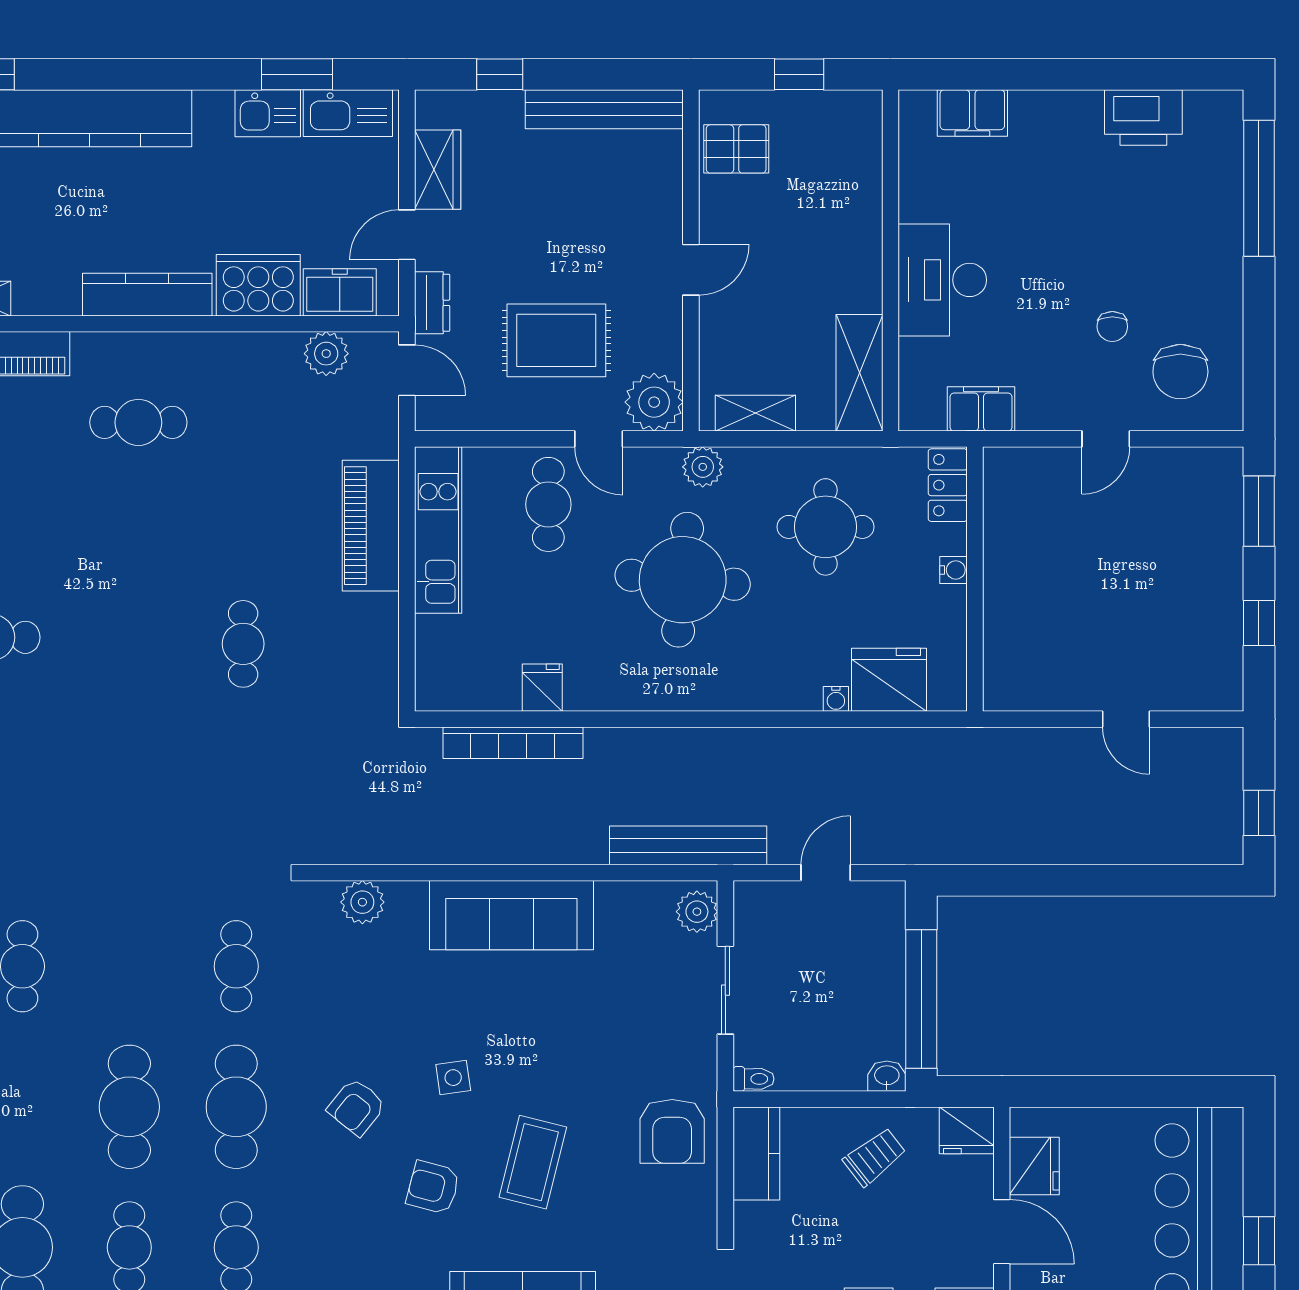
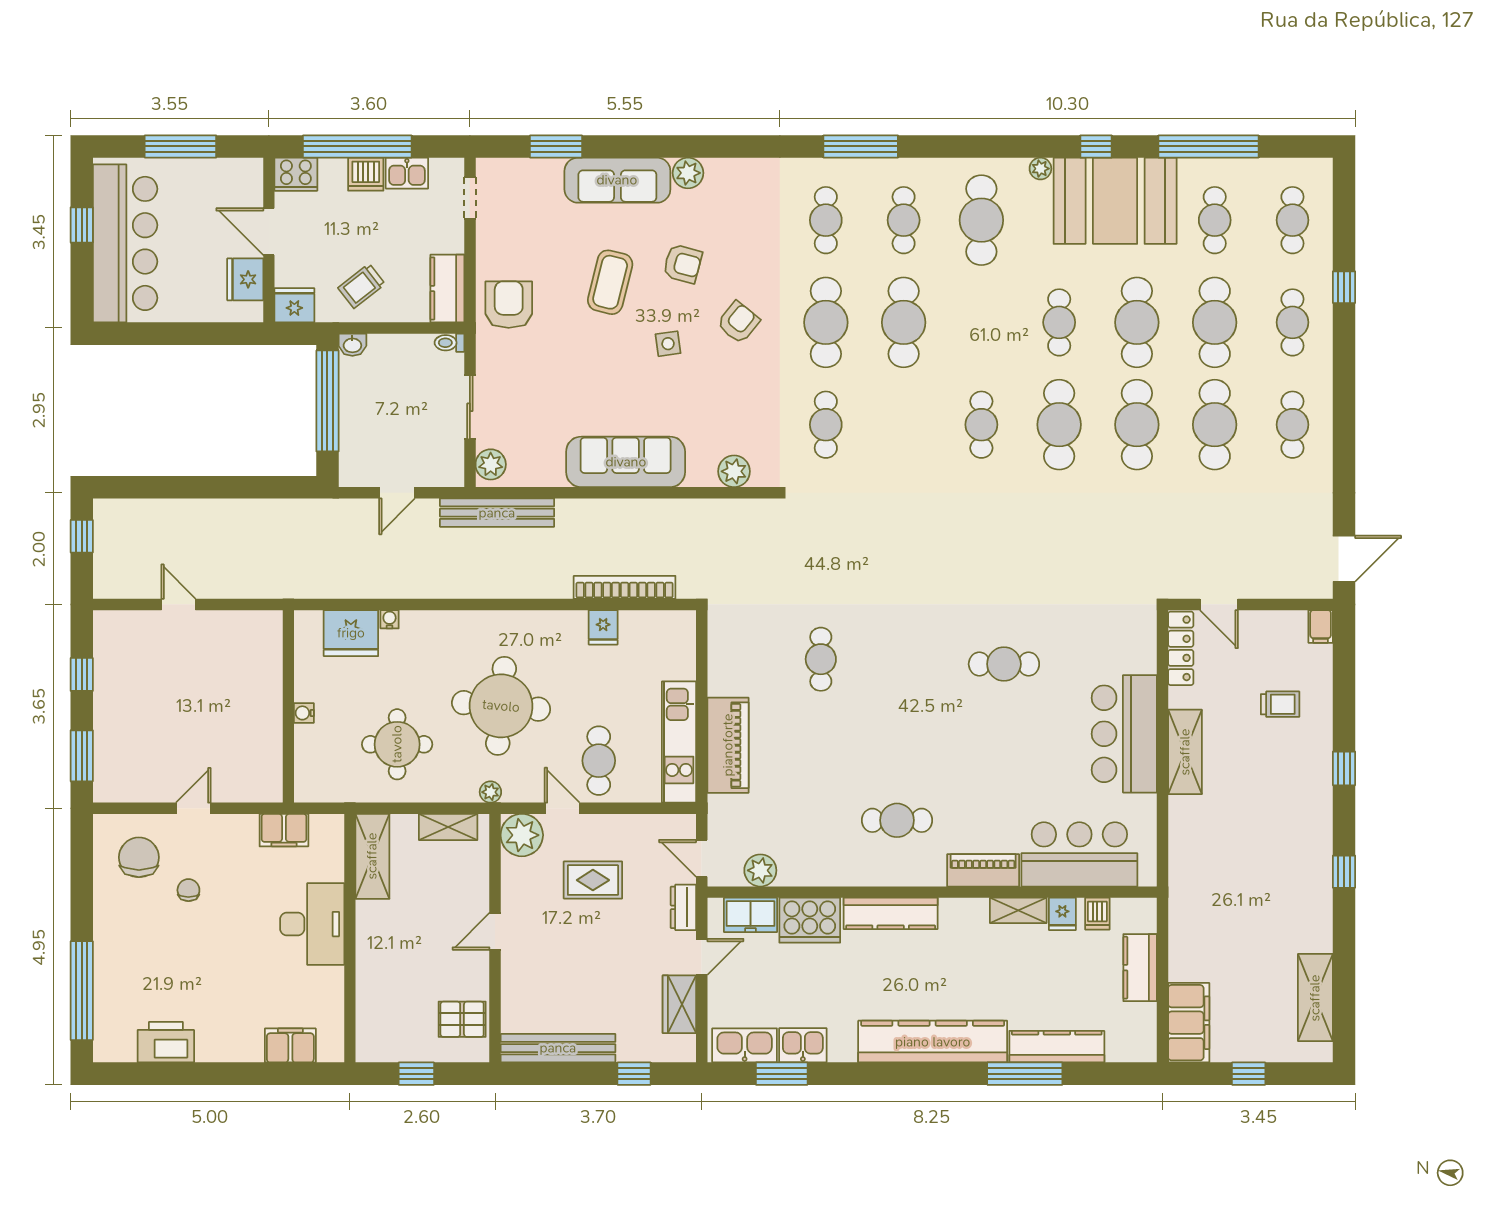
rug: (556, 340) -> (593, 880), width x0.73, depth x0.70
plant: (703, 467) -> (490, 792), width x0.73, depth x0.73
locker: (948, 485) -> (308, 775), removed

